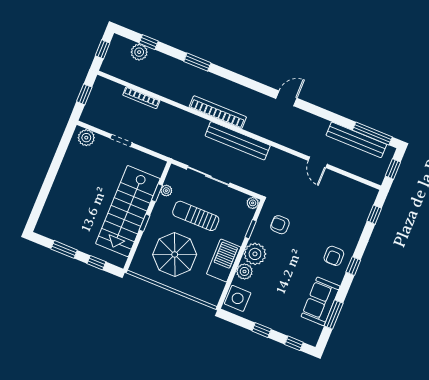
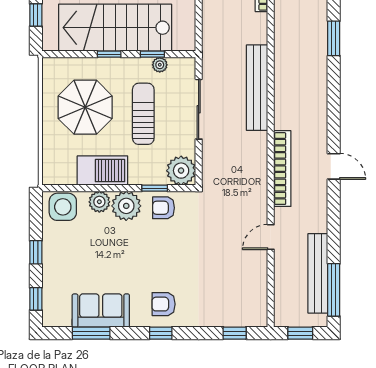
bookcase: (218, 112) -> (282, 169), moved
bench: (238, 141) -> (257, 88), moved
plant: (253, 203) -> (181, 171), width x1.87, depth x1.87
armchair: (280, 225) -> (163, 208), moved, turned -90

